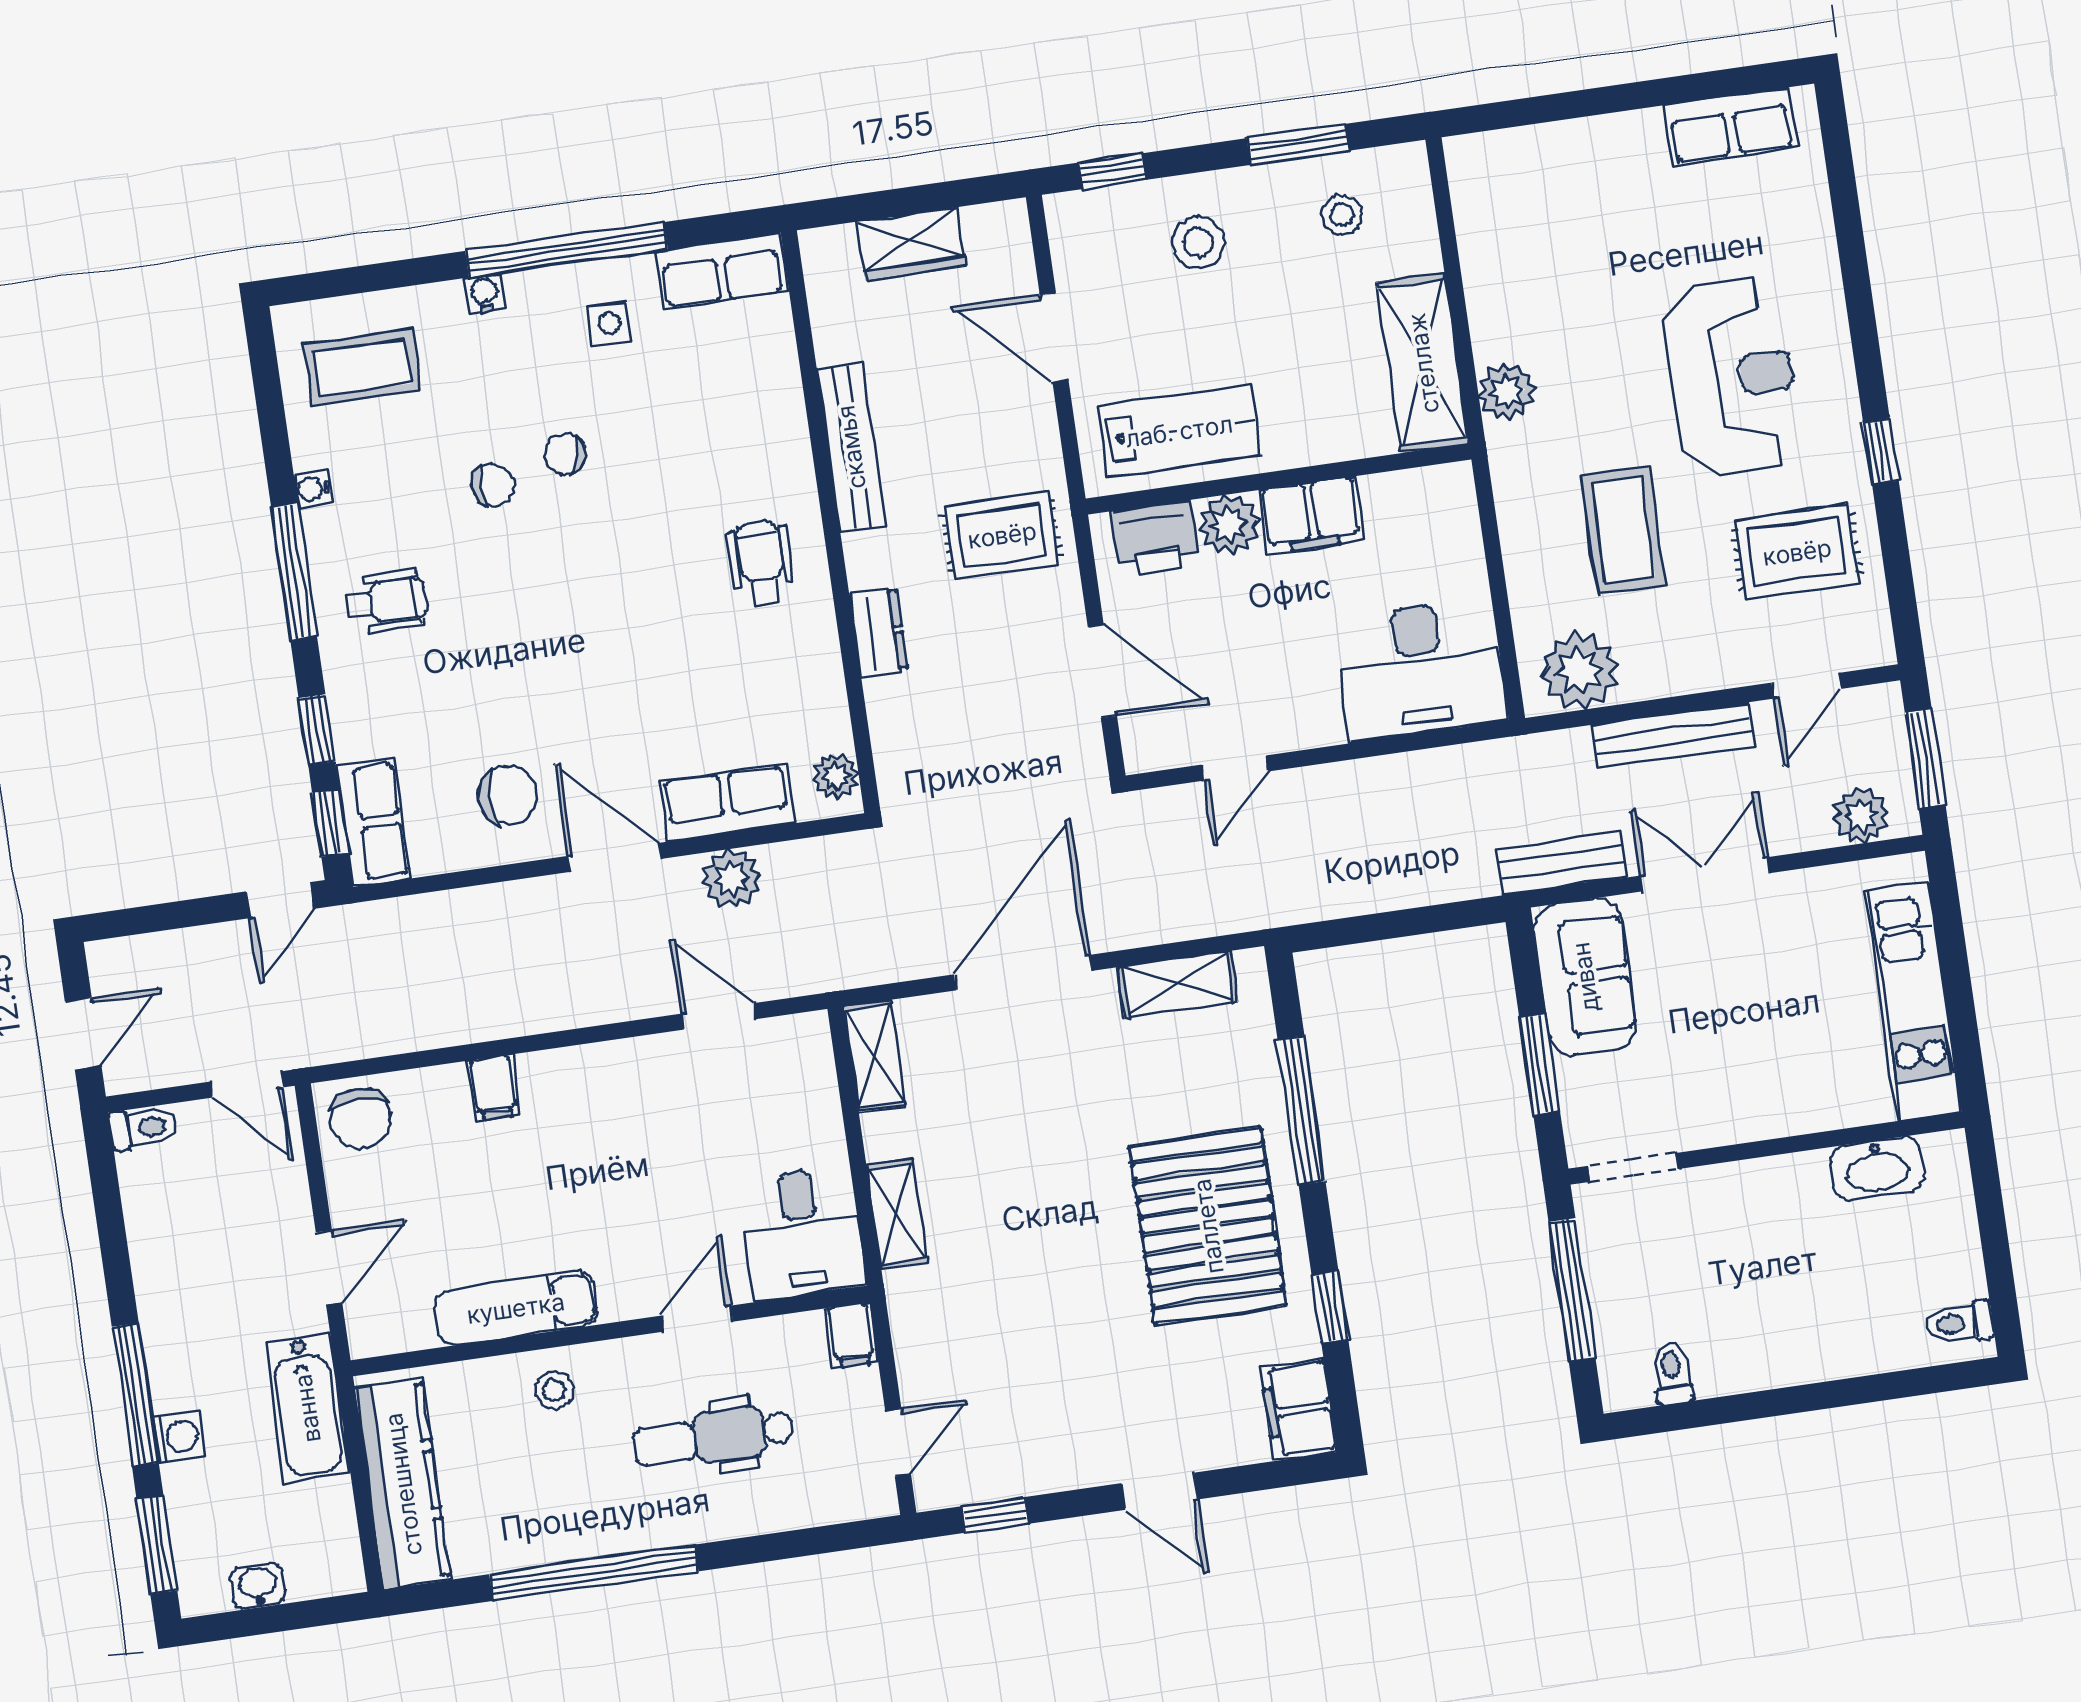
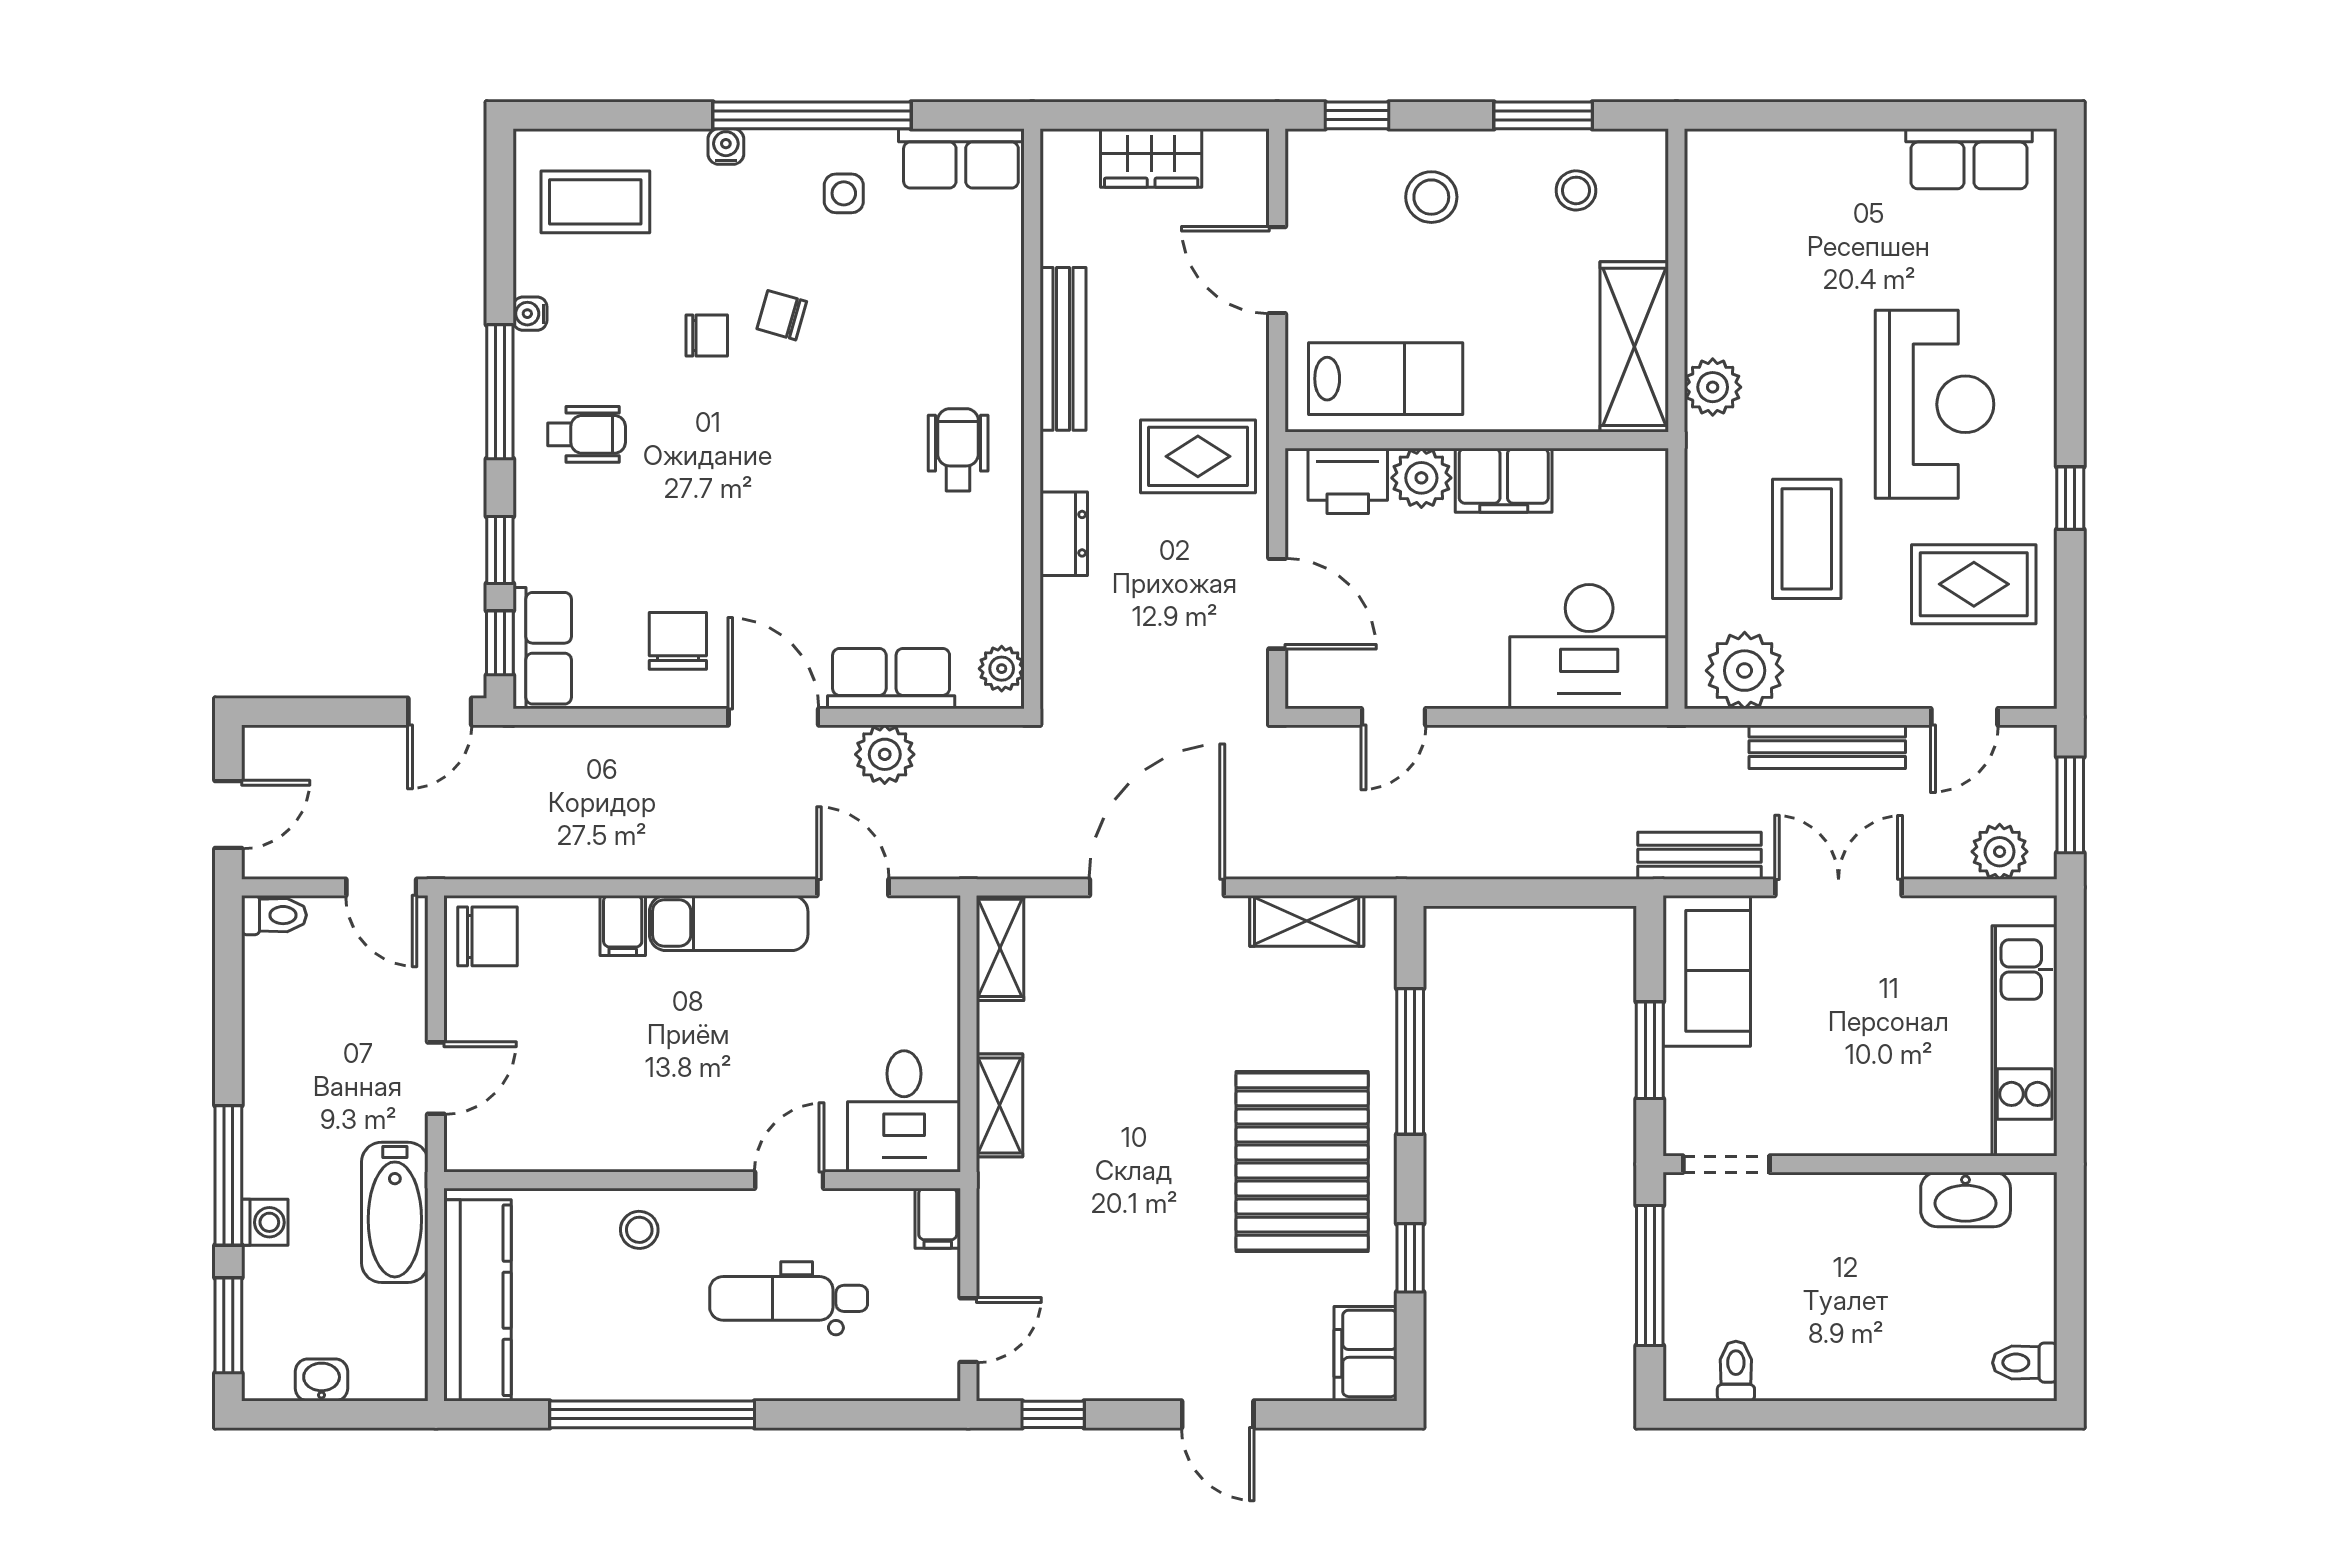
chair: (508, 795) -> (678, 641), turned -90
chair: (360, 1118) -> (487, 936), turned -90
exam couch: (516, 1308) -> (729, 923), moved, turned 180

